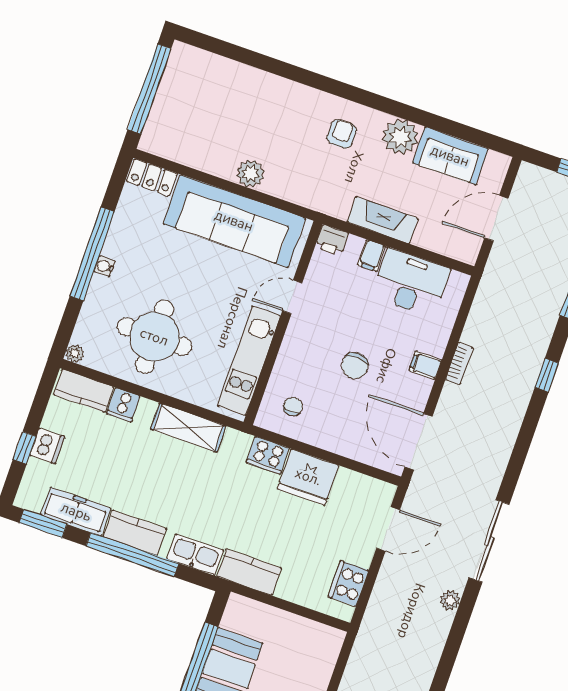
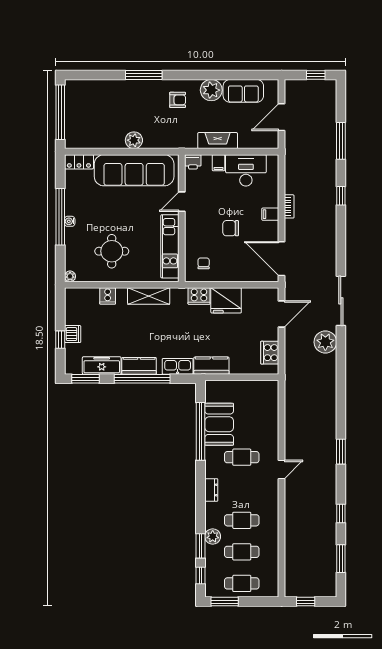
window: (302, 76) -> (144, 75), added
armchair: (342, 134) -> (178, 100), turned 90
round table: (154, 337) -> (112, 251), width x0.73, depth x0.73
chair: (355, 366) -> (231, 228), turned 90
kitchen counter: (84, 391) -> (82, 296), removed
plant: (450, 600) -> (325, 342), width x1.87, depth x1.87

